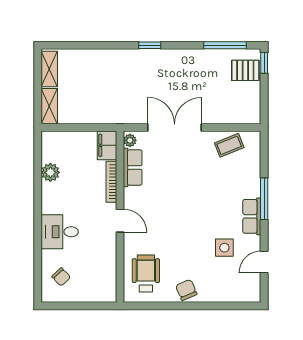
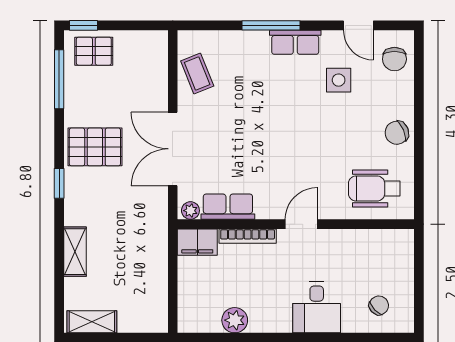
pallet: (245, 70) -> (94, 51), turned 90
pallet: (176, 71) -> (95, 147), added
shelving: (49, 106) -> (75, 252), moved, turned 90
chair: (240, 288) -> (394, 59), added

